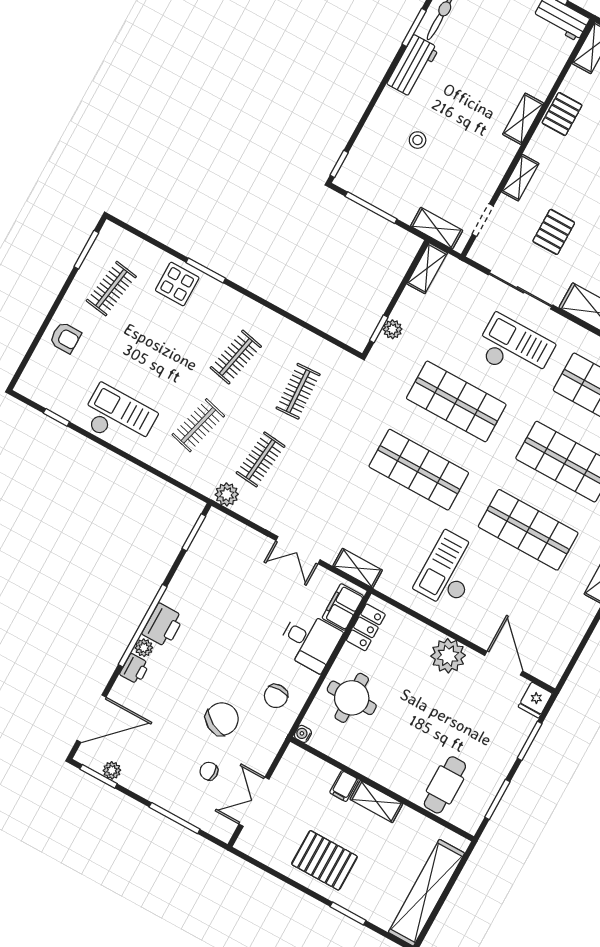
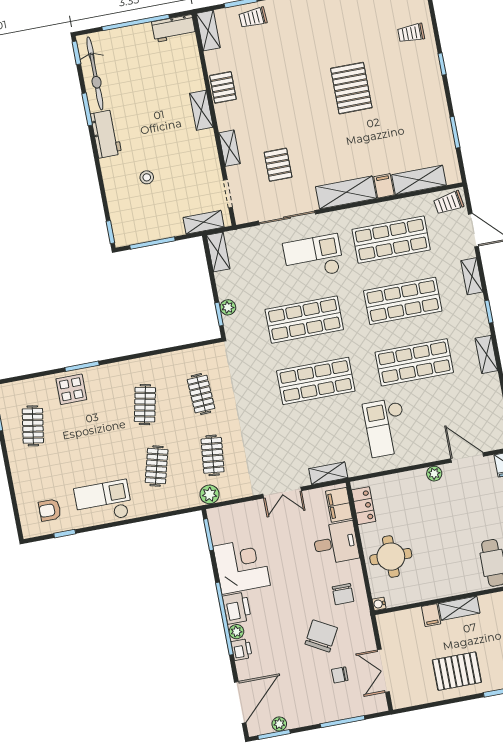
armchair: (65, 338) -> (50, 510), moved, turned 180
corner desk: (201, 589) -> (242, 566), added
plant: (448, 656) -> (434, 474), width x0.53, depth x0.53

